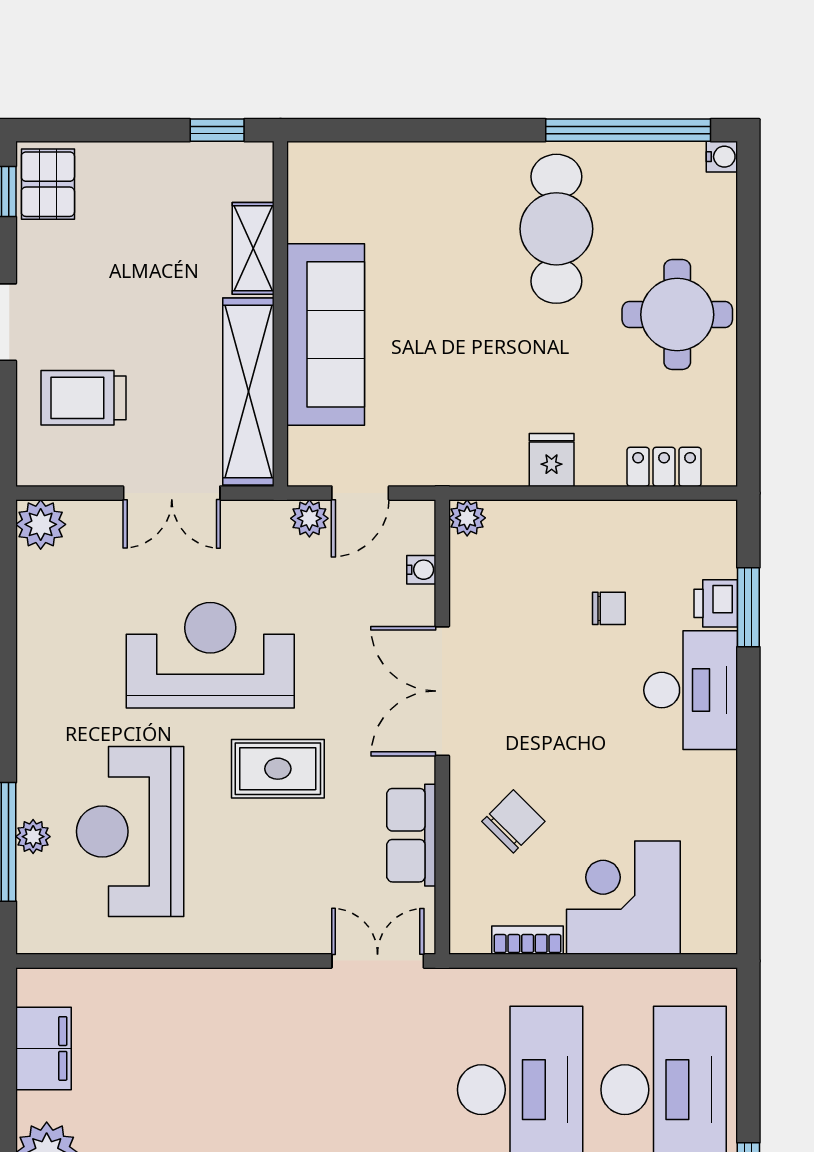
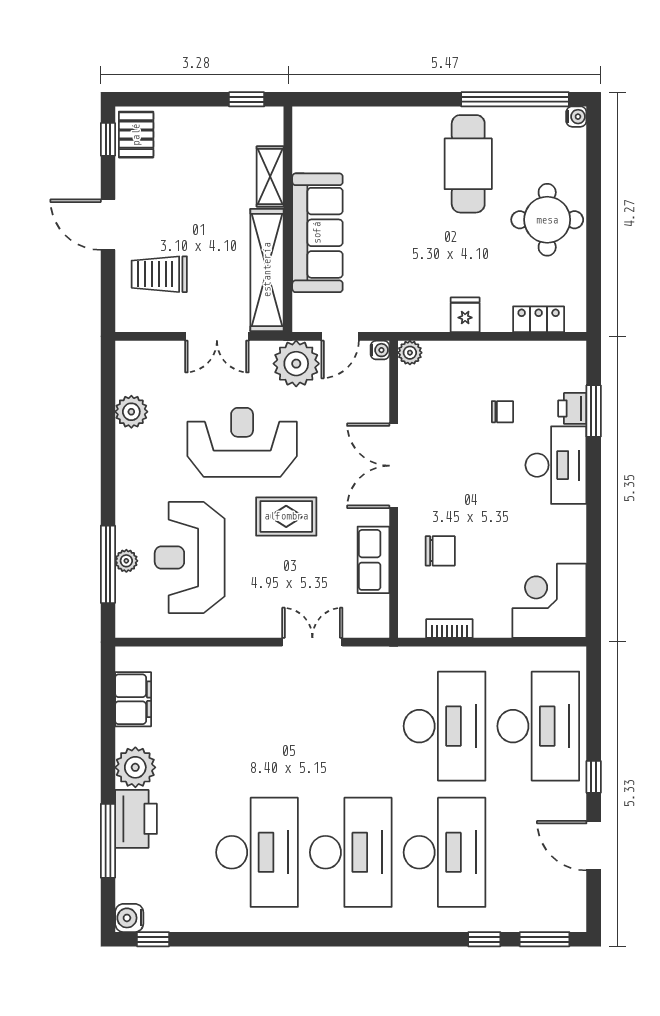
plant: (309, 518) -> (296, 364), width x1.88, depth x1.88
plant: (41, 524) -> (131, 412), moved
water cooler: (421, 570) -> (380, 350), moved
chair: (513, 821) -> (440, 551), turned 45
corner desk: (623, 898) -> (549, 601), moved
double door: (378, 961) -> (312, 642), moved

